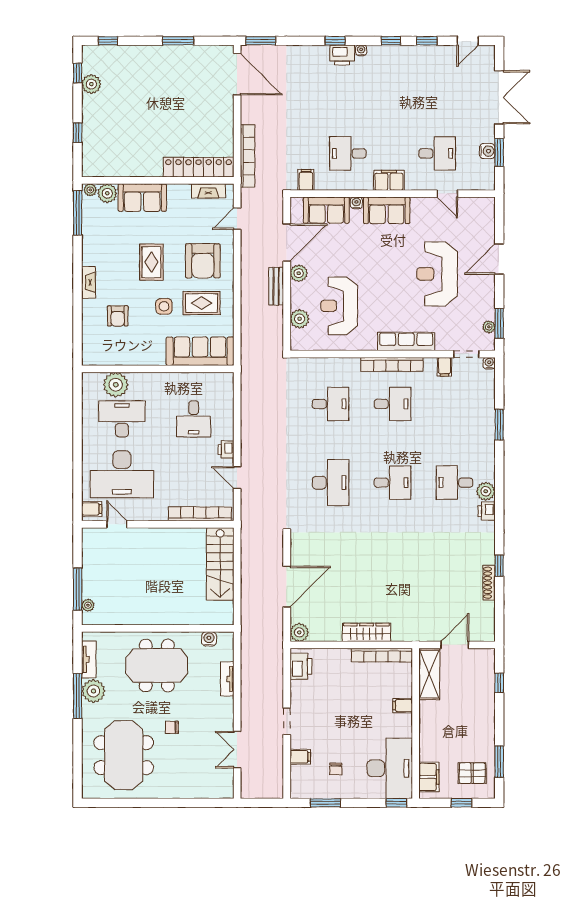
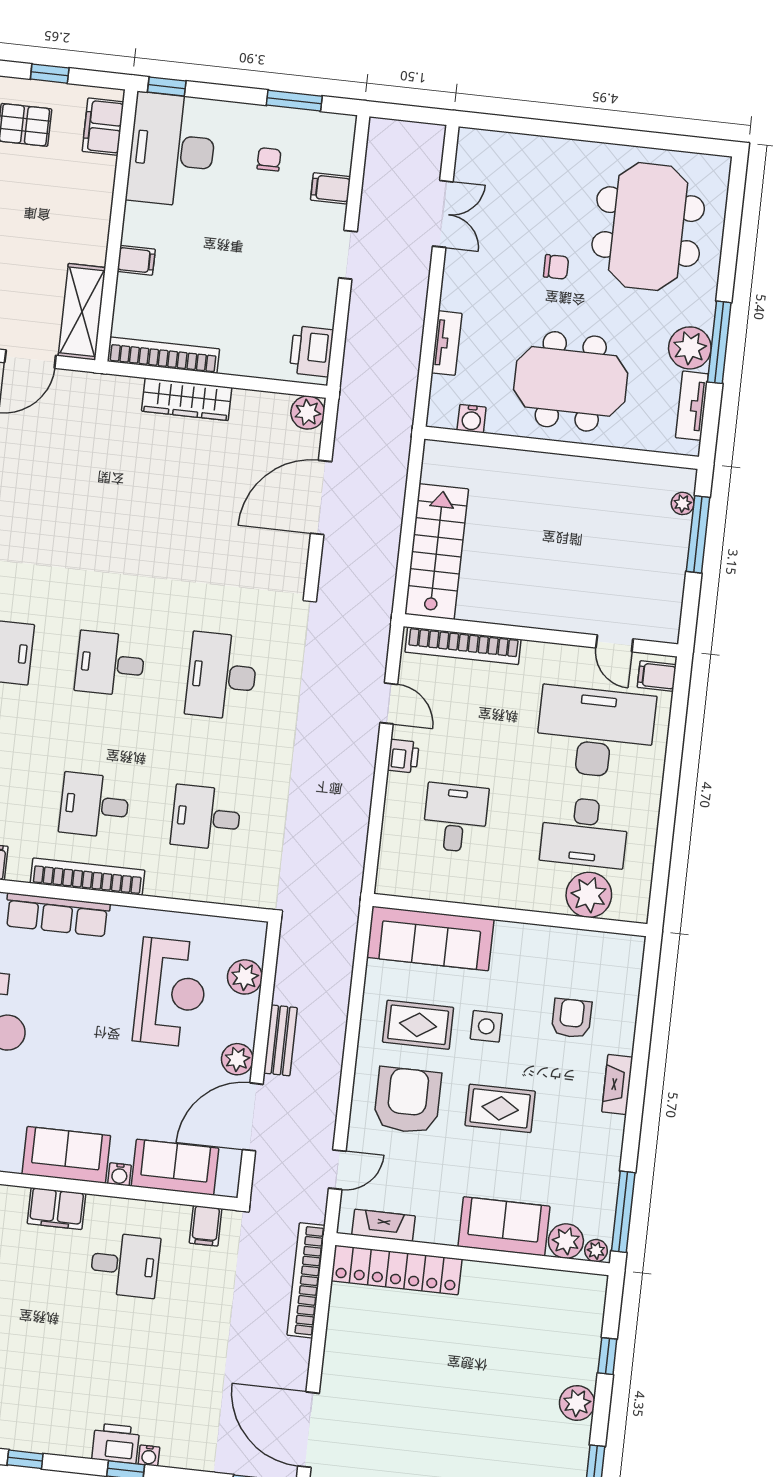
water cooler: (361, 50) -> (149, 1456), moved
plant: (91, 84) -> (577, 1403), moved
rug: (151, 262) -> (500, 1108), turned 90

